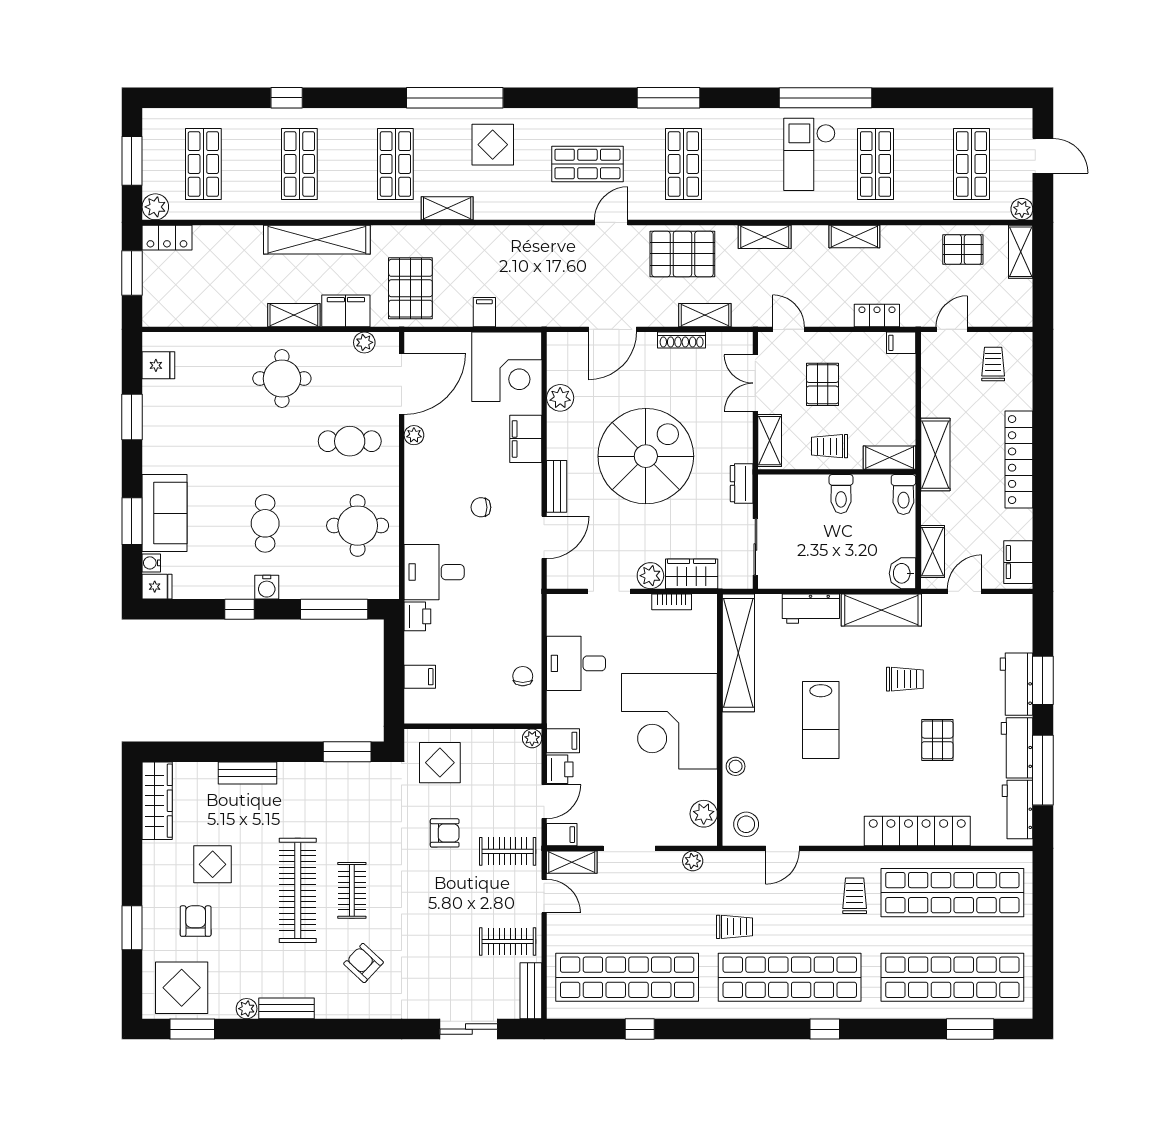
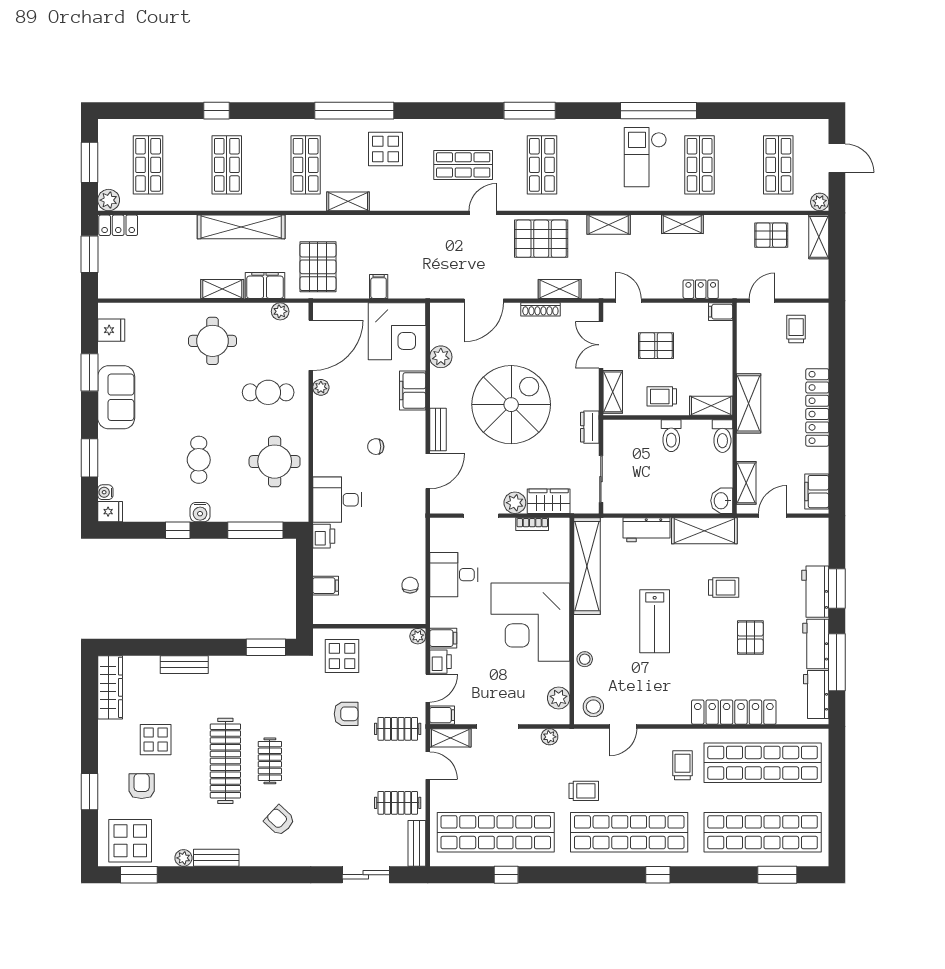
pallet: (822, 384) -> (656, 346), turned 90
sofa: (165, 513) -> (116, 397), moved

